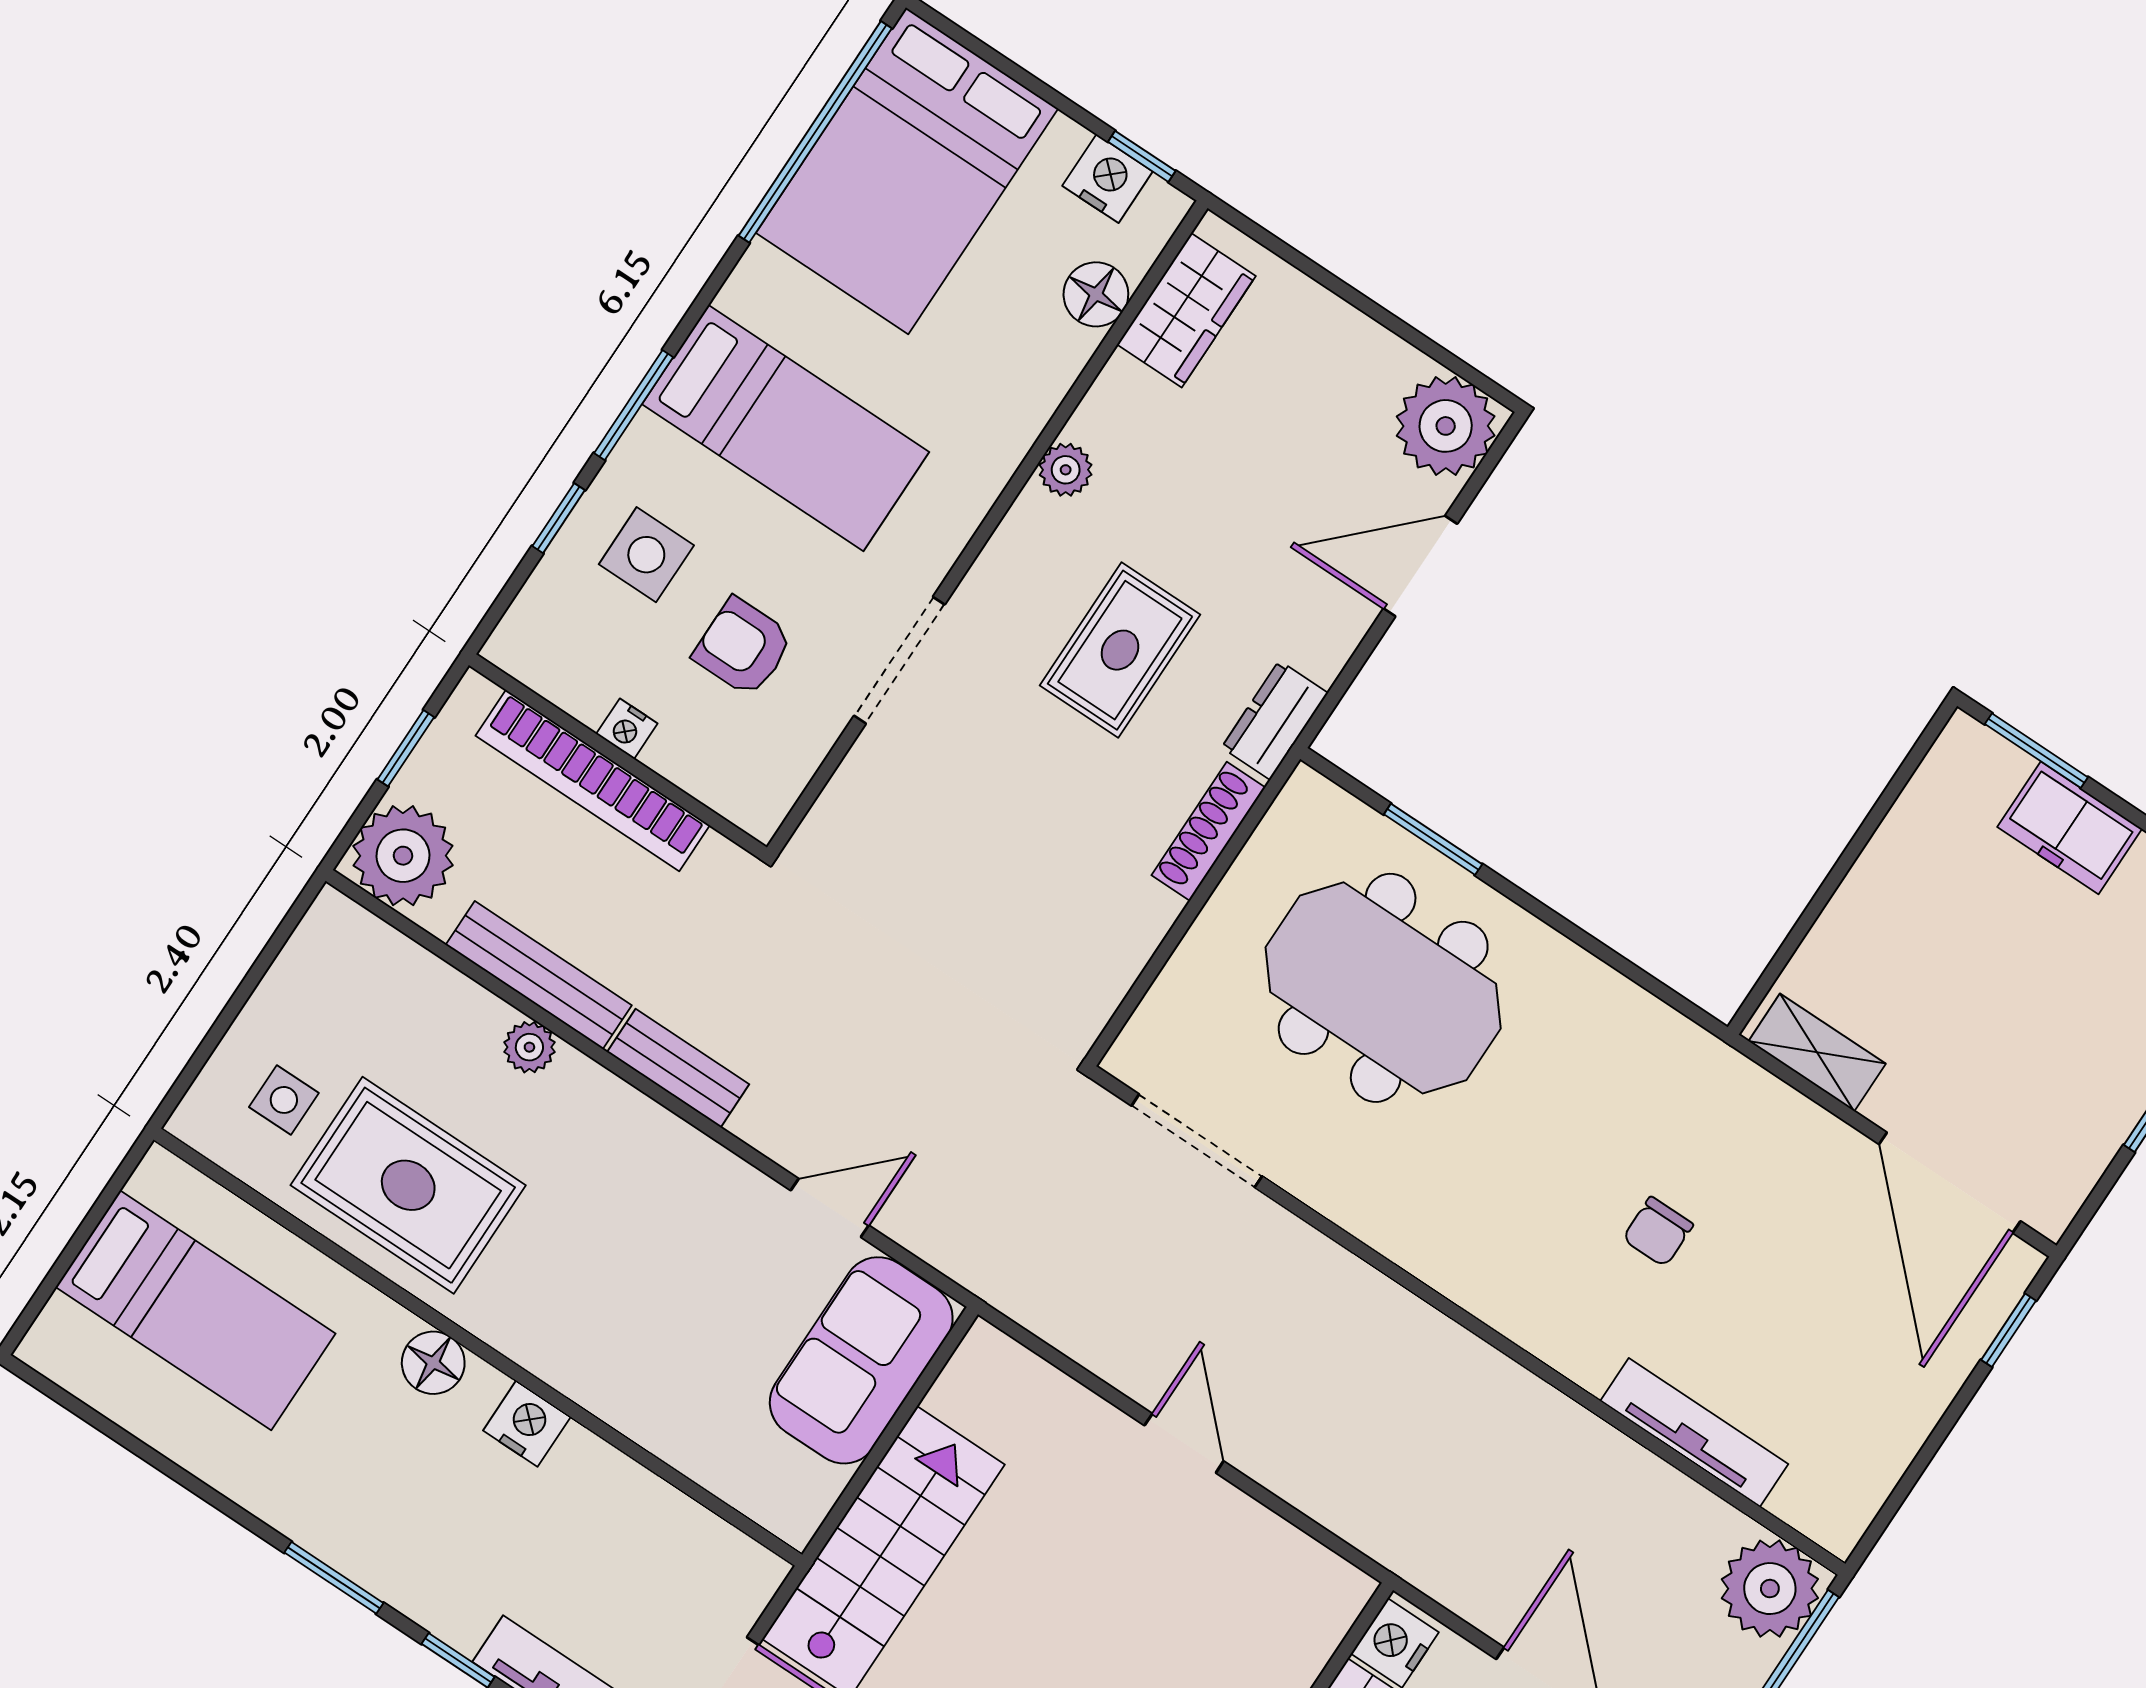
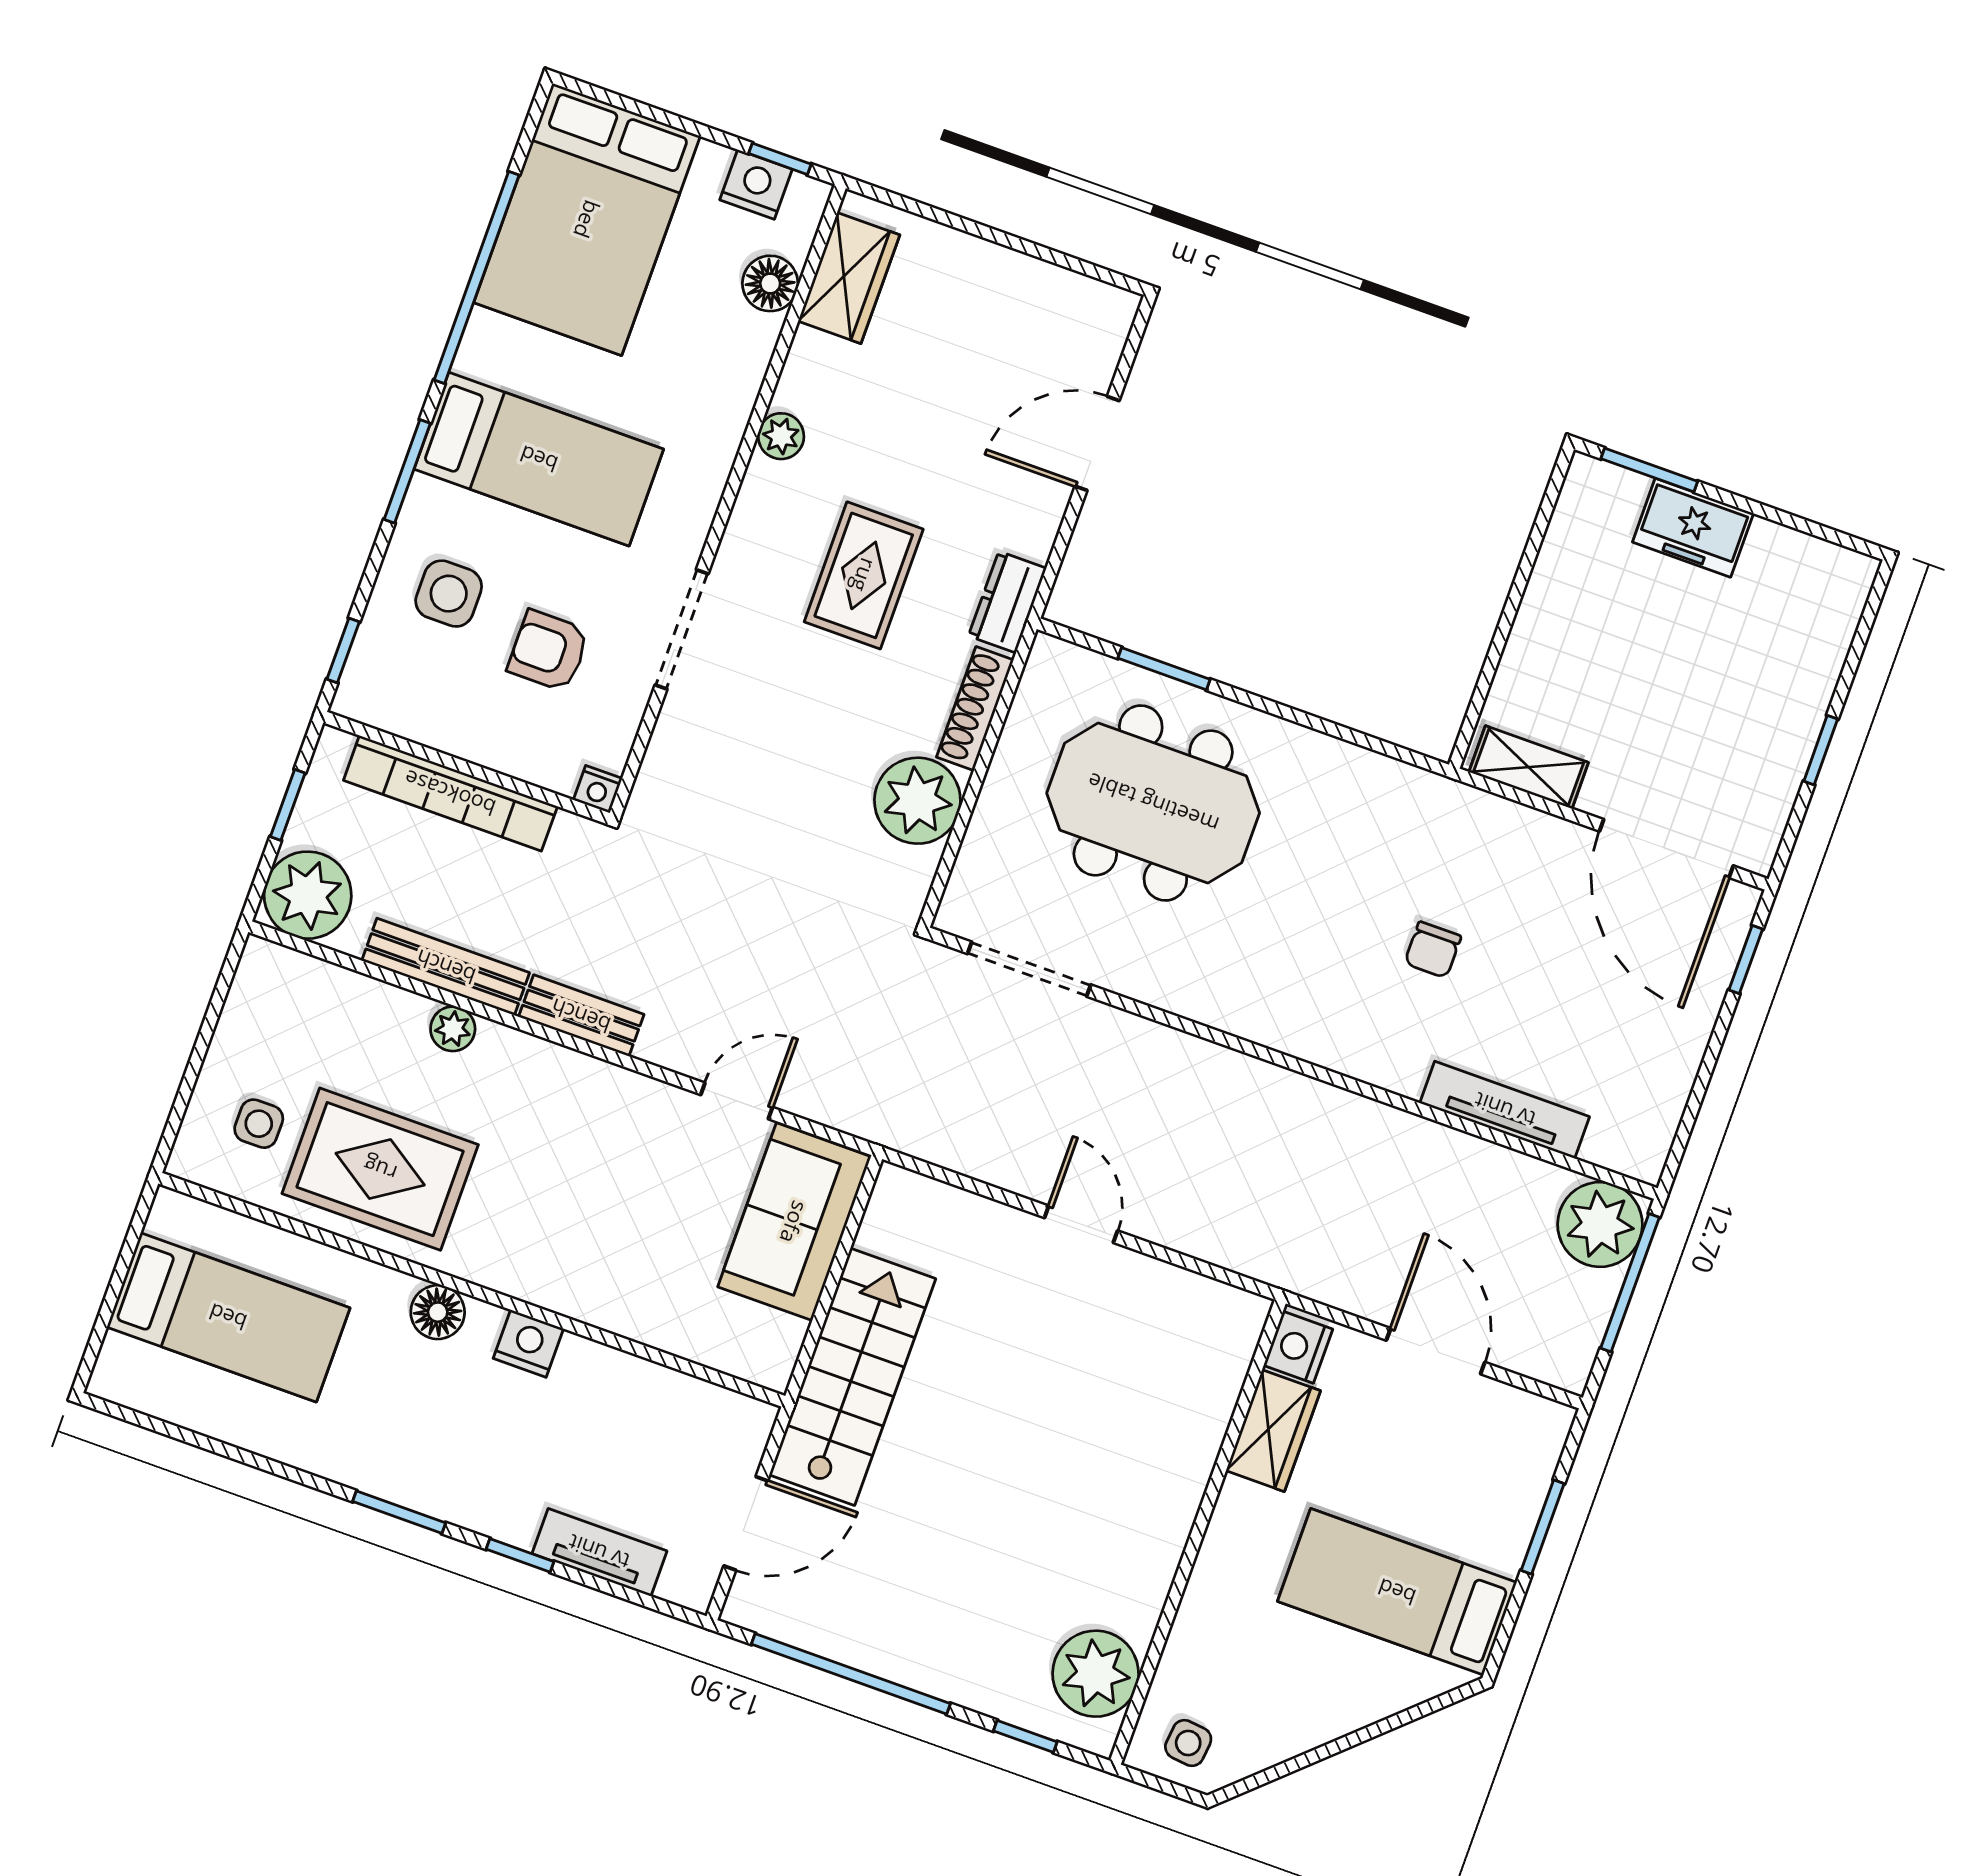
window: (815, 132) -> (477, 277), moved
plant: (1446, 426) -> (917, 801), moved
window: (559, 518) -> (343, 650), moved
nightstand: (627, 729) -> (598, 789), moved

